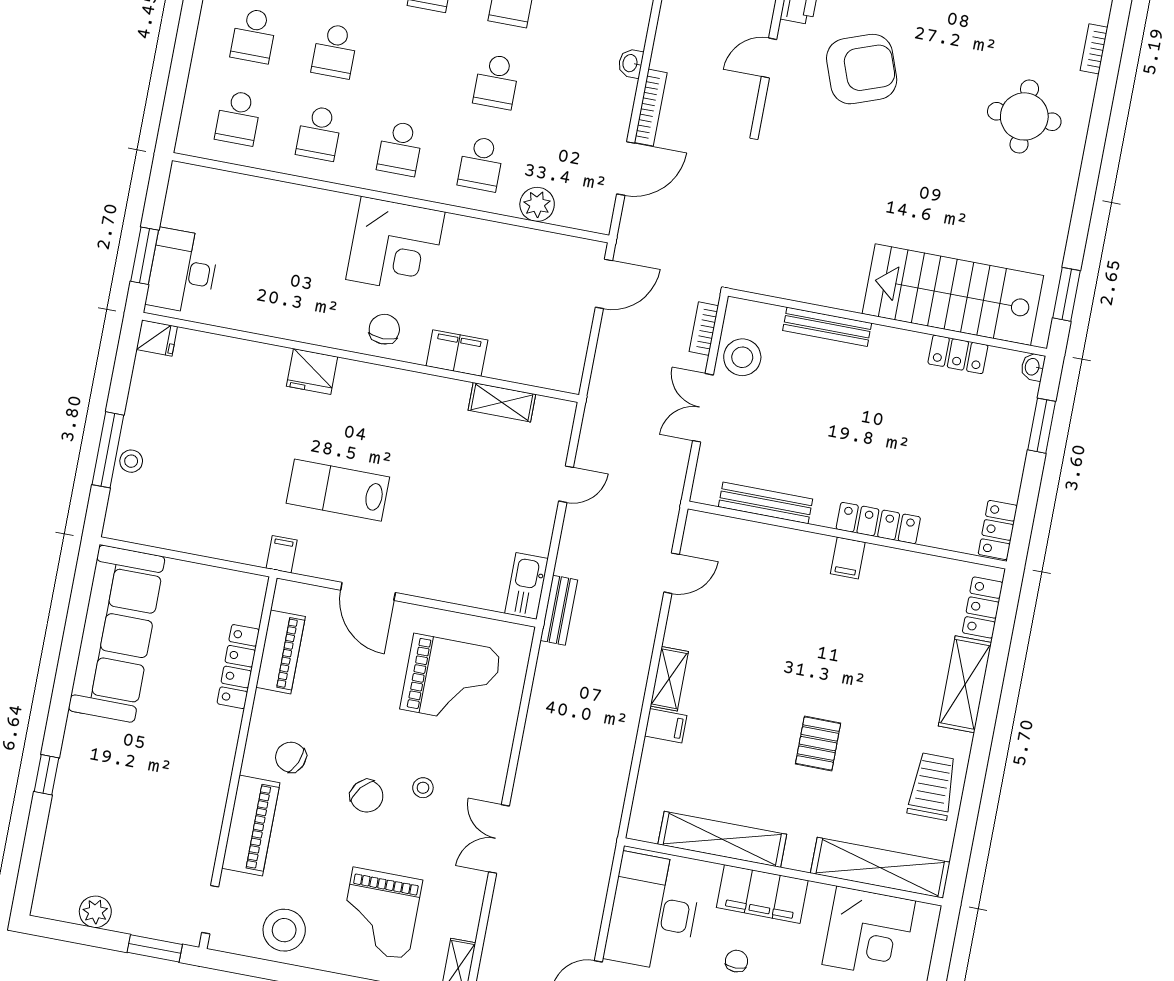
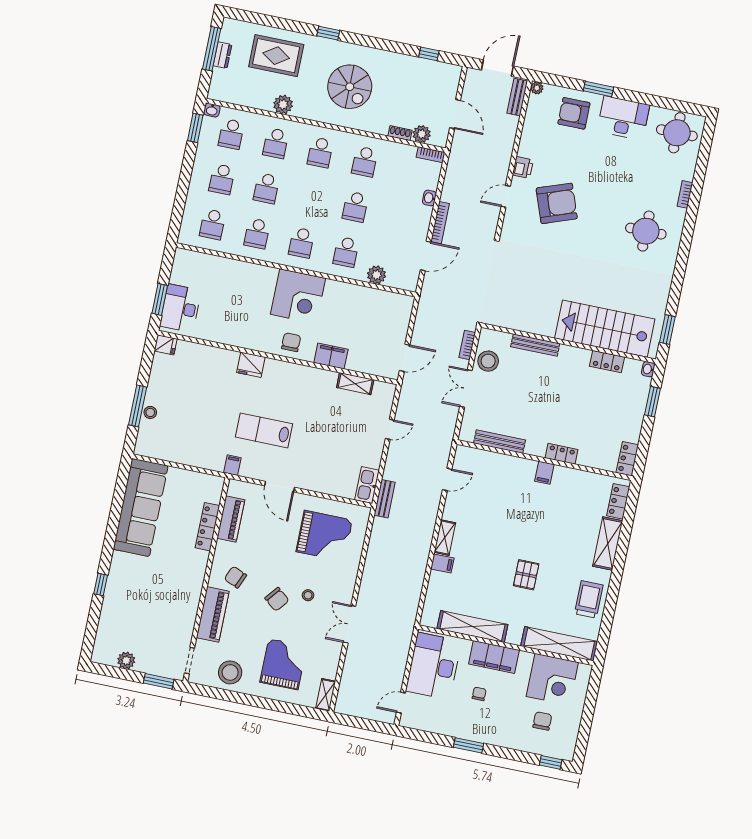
door: (604, 284) -> (405, 358), moved
locker: (878, 523) -> (561, 454), width x0.66
grand piano: (380, 913) -> (283, 664), turned 180

